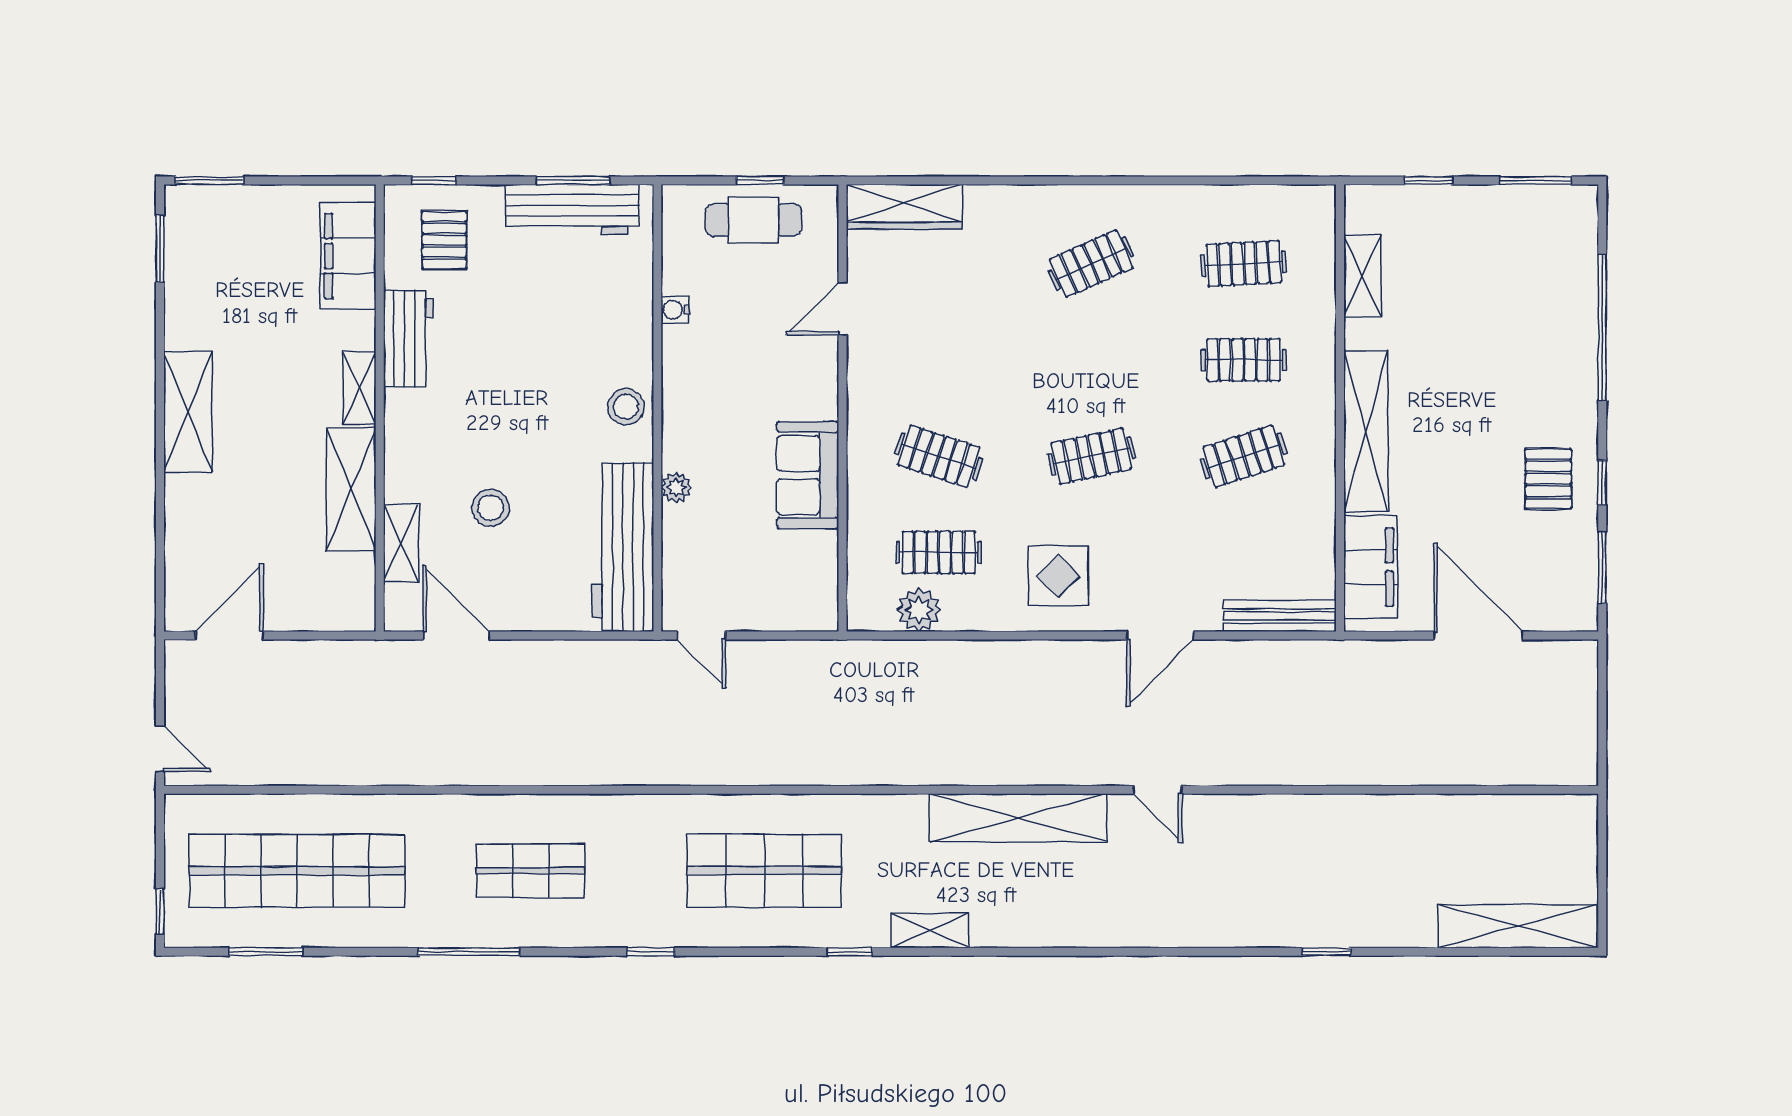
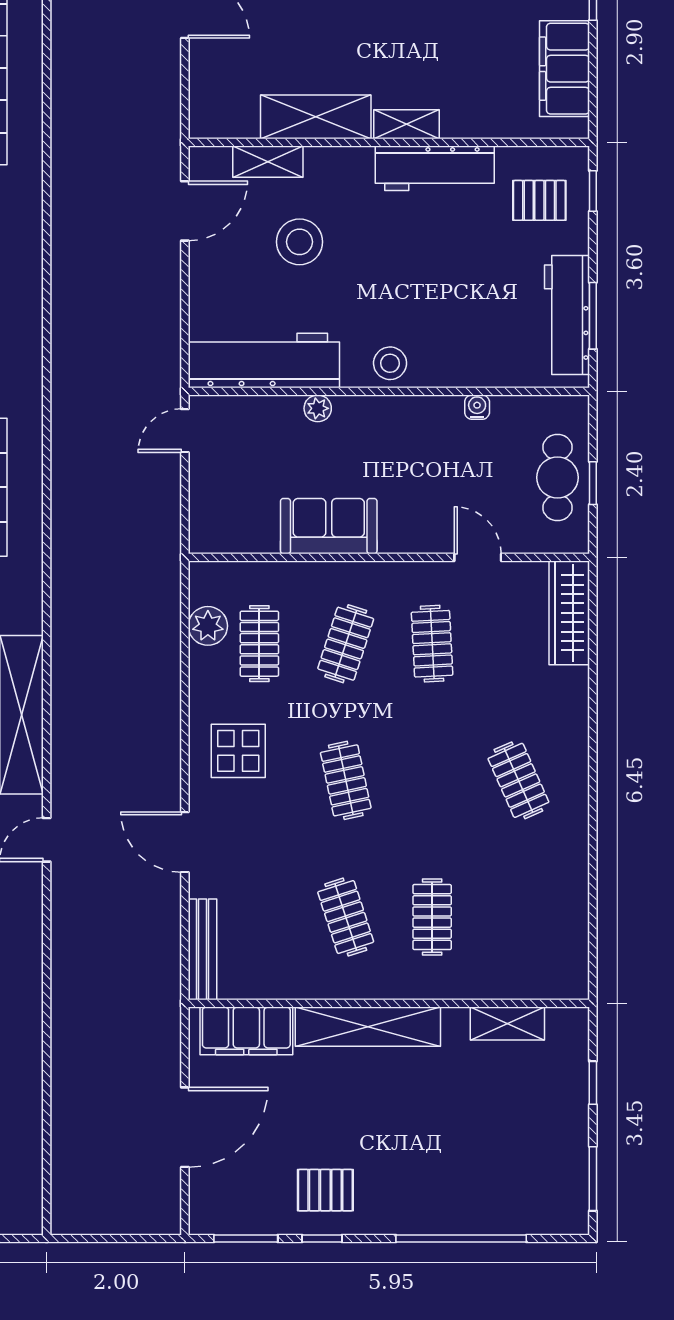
filing cabinet: (348, 256) -> (565, 69), moved, turned -90
clothes rail: (1244, 264) -> (432, 644), moved
workbench: (408, 339) -> (435, 168), width x1.38
stool: (491, 508) -> (299, 242), width x1.38, depth x1.38

